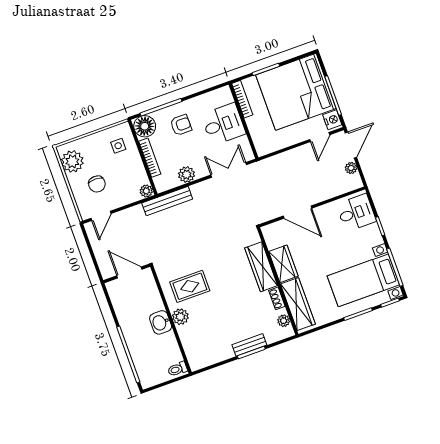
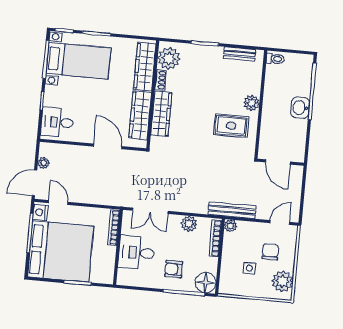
bookcase: (242, 99) -> (114, 227), moved
door: (320, 137) -> (58, 202), hinge flipped
side table: (118, 146) -> (249, 268), moved
bookcase: (150, 158) -> (215, 238), moved
bench: (167, 201) -> (232, 210), moved
wardrobe: (283, 264) -> (140, 115), width x1.50
plant: (284, 321) -> (169, 58), width x1.88, depth x1.88
washbasin: (161, 322) -> (300, 108), moved, turned 180
bench: (249, 345) -> (240, 54), moved

